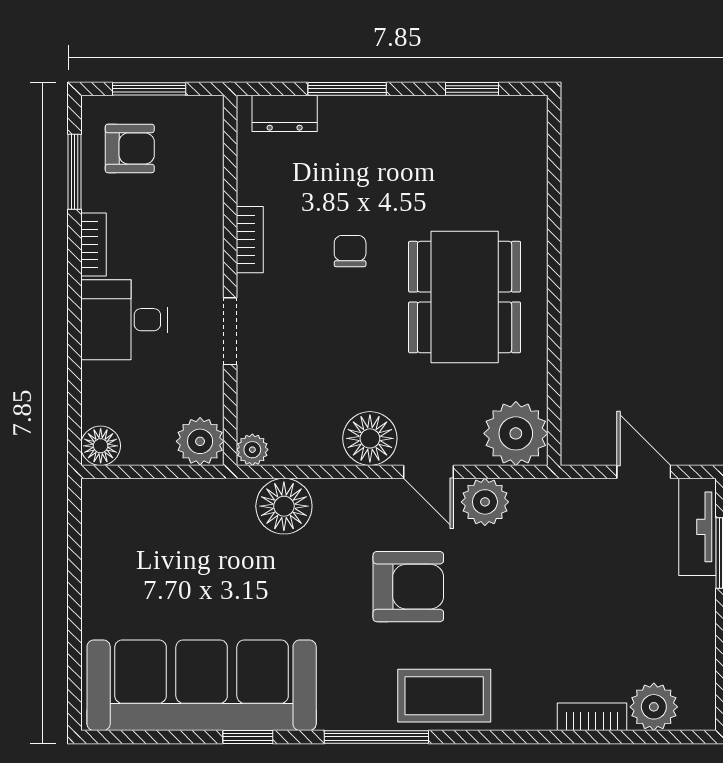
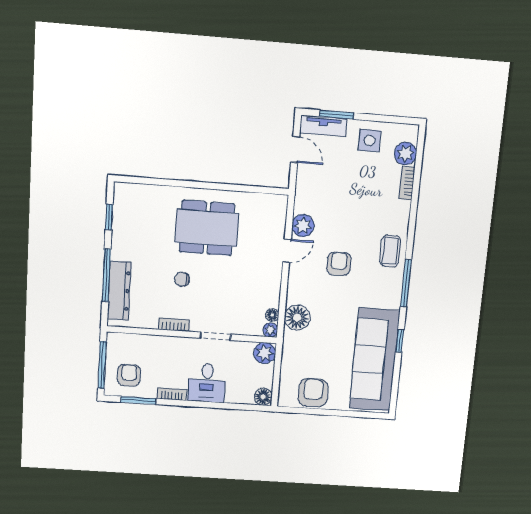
window: (149, 89) -> (102, 365), width x1.44
window: (347, 89) -> (106, 275), width x1.44
dresser: (285, 113) -> (119, 291), width x1.96, depth x1.24
plant: (516, 433) -> (272, 209), removed
floor lamp: (370, 438) -> (272, 315), moved, width x0.53, depth x0.53
door: (644, 472) -> (295, 149), swing flipped
armchair: (117, 556) -> (313, 393), added
armchair: (408, 587) -> (339, 264), width x0.72, depth x0.72
side table: (675, 627) -> (369, 141), added
coffee table: (444, 696) -> (390, 251), width x0.73, depth x0.77

